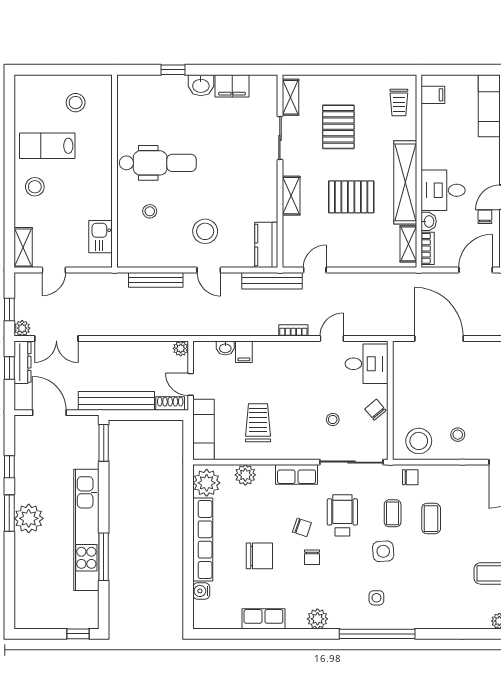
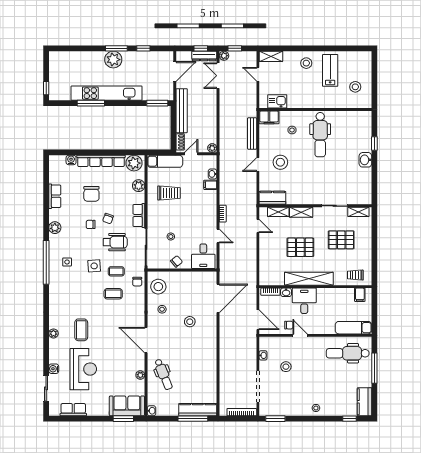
filing cabinet: (232, 86) -> (269, 117), moved, turned -90
pallet: (351, 197) -> (300, 247), turned 90
shelving: (408, 244) -> (278, 212), moved
bench: (272, 281) -> (252, 201), removed
stool: (479, 387) -> (190, 322), added

